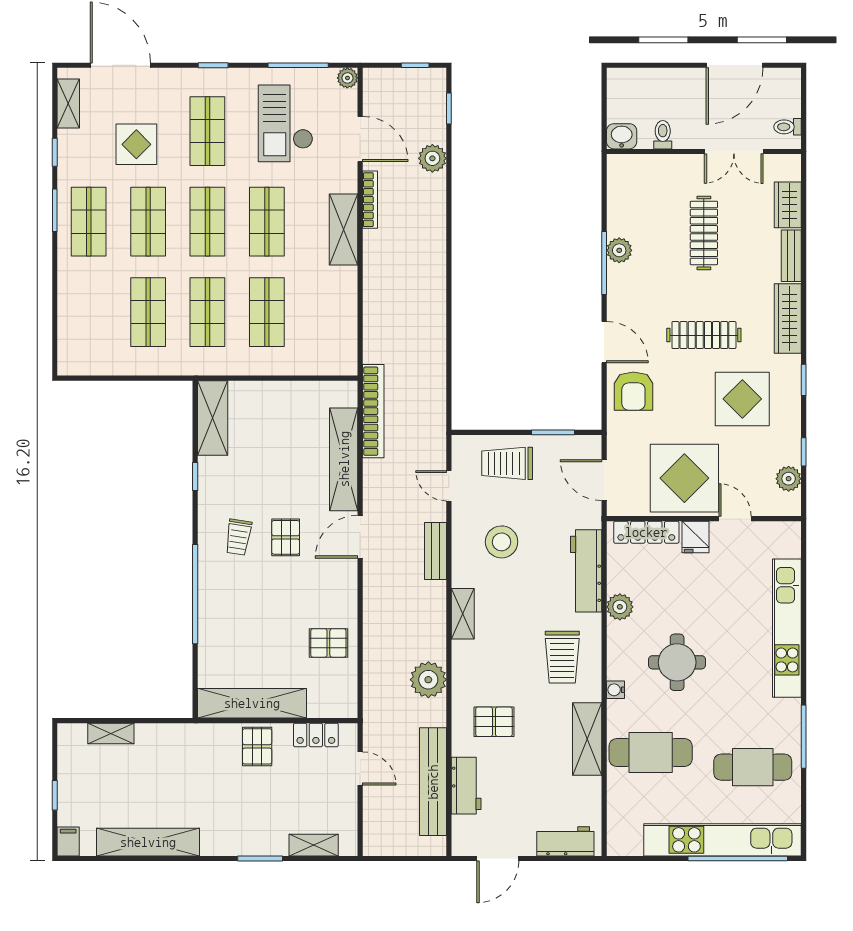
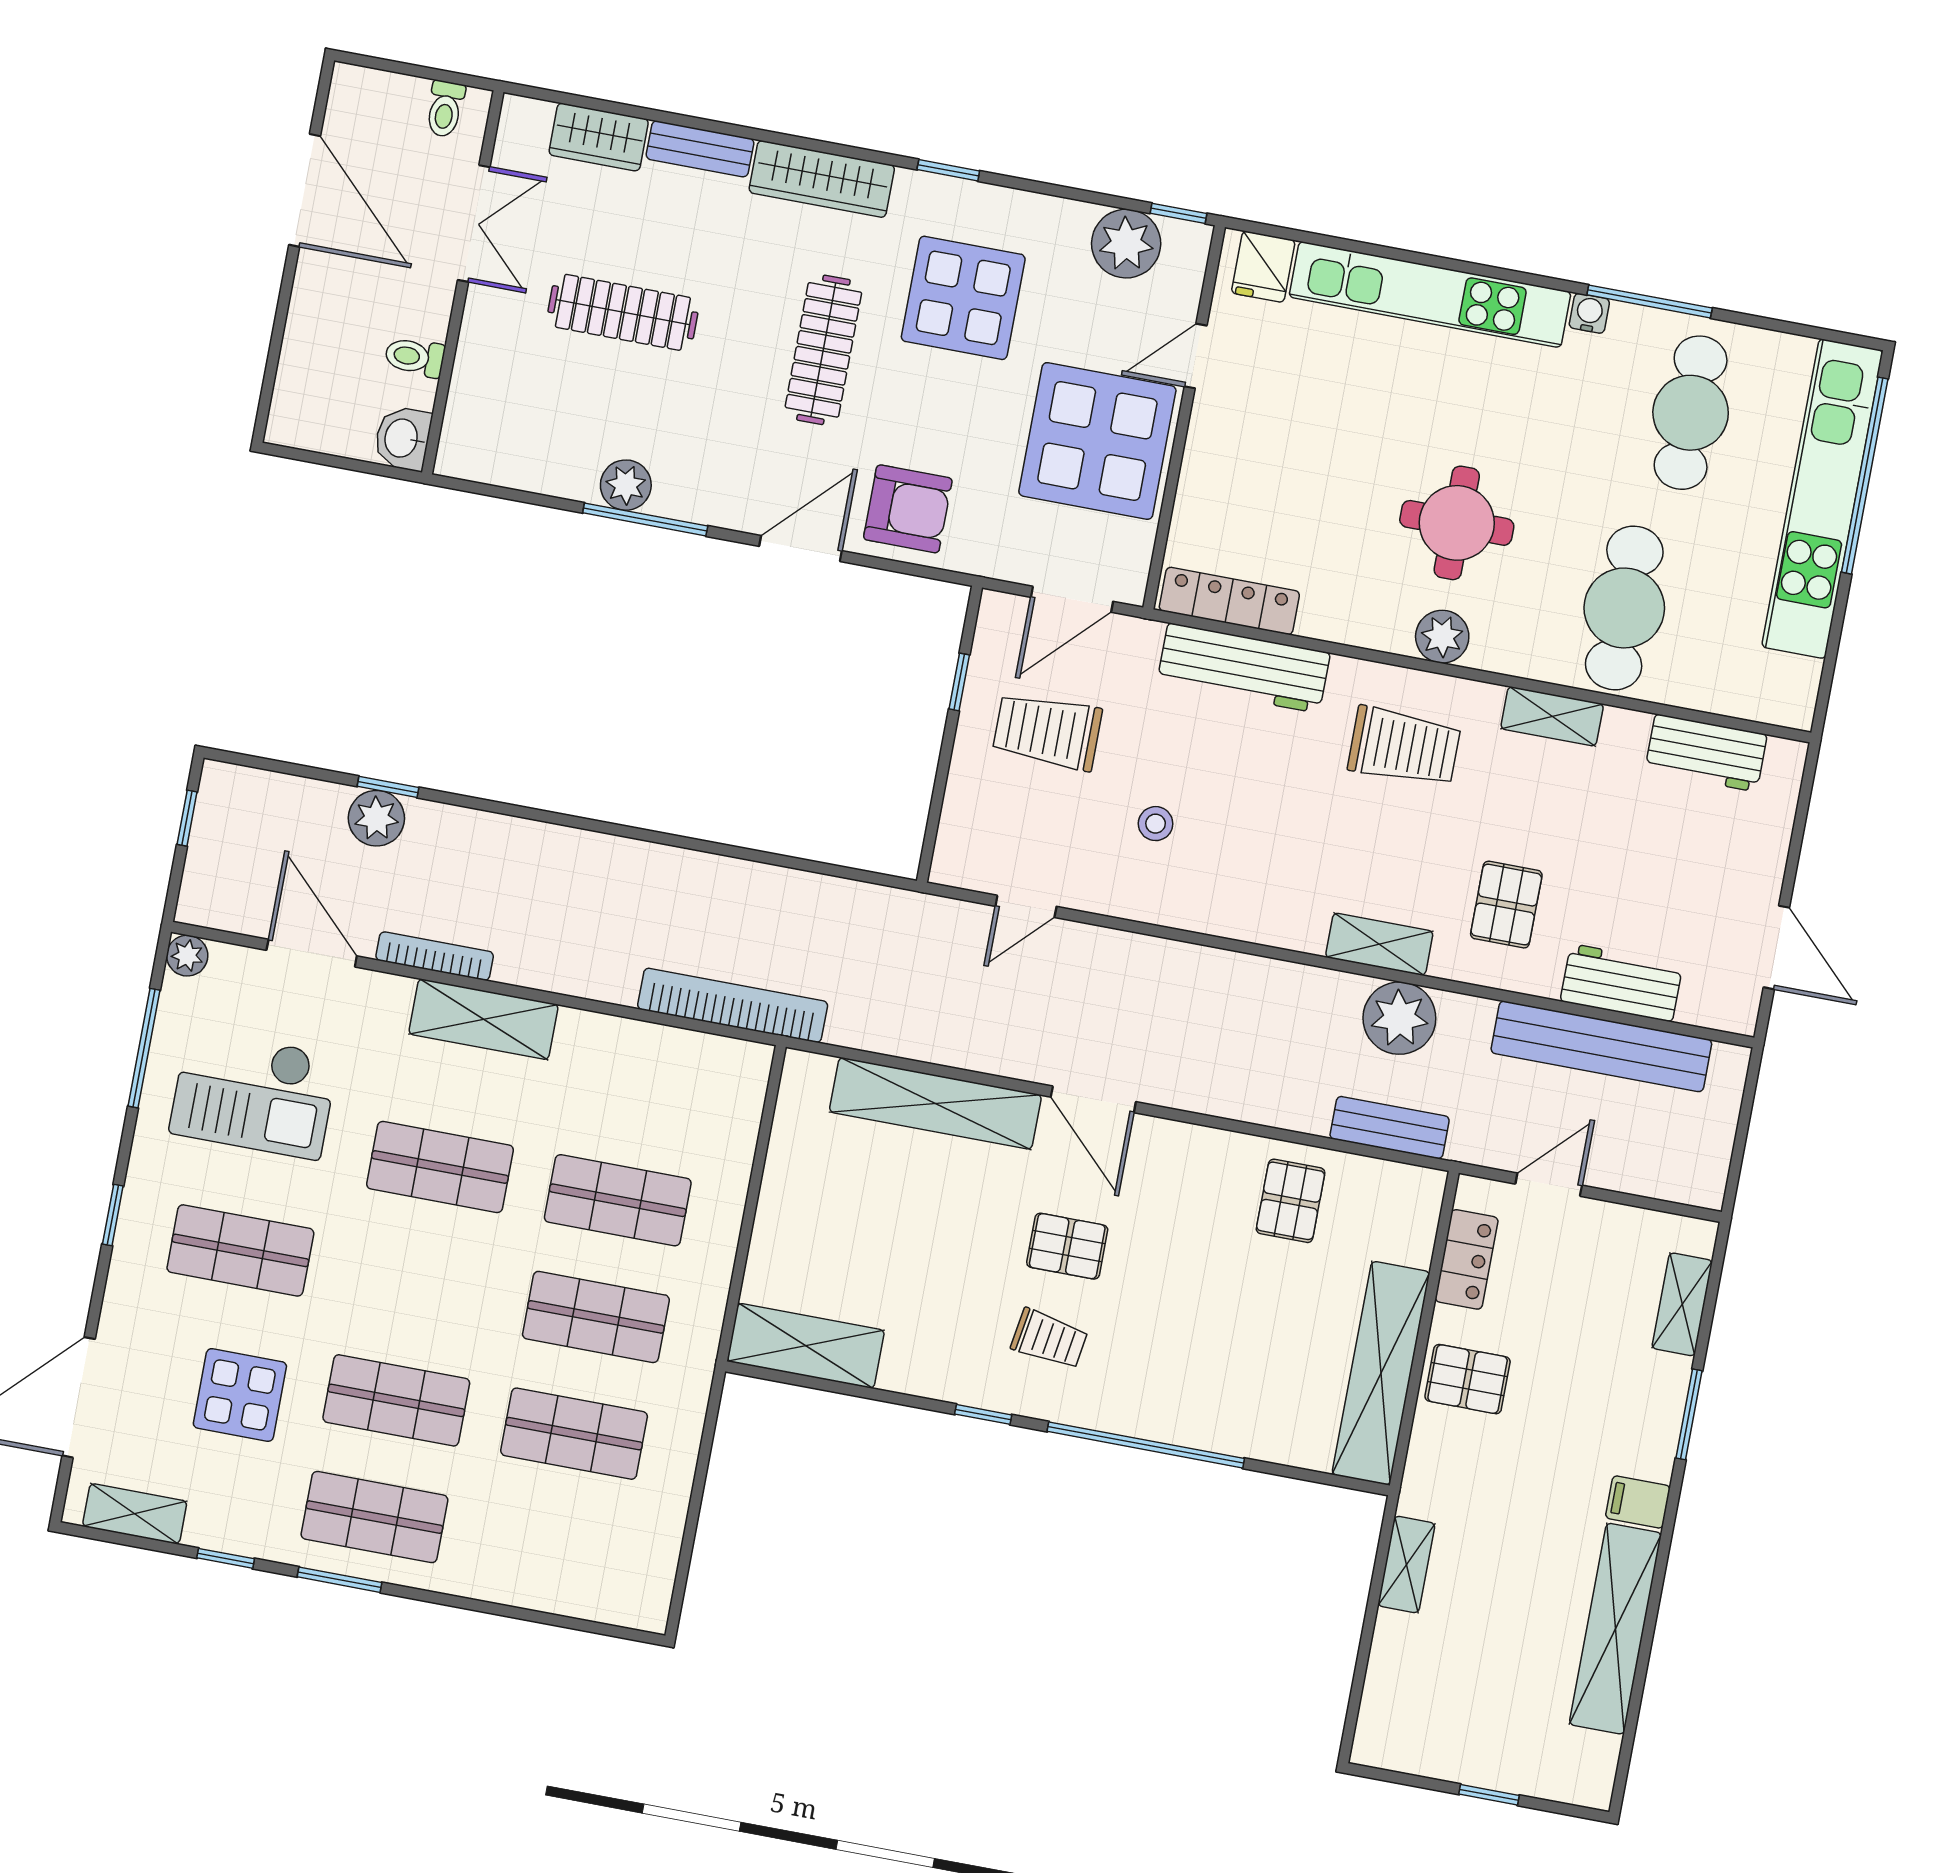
window: (449, 108) -> (388, 787), moved
door: (360, 139) -> (312, 953), hinge flipped
shop shelf: (207, 222) -> (418, 1284), removed
bookcase: (373, 411) -> (733, 1005), moved
window: (553, 432) -> (959, 682), width x0.67
window: (804, 452) -> (1178, 213), moved
trolley: (507, 463) -> (1047, 731), moved, turned 90
window: (195, 476) -> (983, 1414), moved
plant: (789, 479) -> (1126, 244), width x1.36, depth x1.36
locker: (646, 532) -> (1229, 601), moved, turned -90
fridge: (696, 537) -> (1263, 267), moved, turned 90
stool: (502, 542) -> (1156, 824), width x0.53, depth x0.53
bench: (436, 551) -> (1390, 1128), moved
plant: (620, 607) -> (1442, 637), moved
shelving: (463, 614) -> (1379, 944), moved
water cooler: (615, 690) -> (1589, 313), moved, turned 180
shelving: (111, 733) -> (1406, 1564), moved
shelving: (587, 739) -> (1552, 716), width x0.67, depth x0.75
filing cabinet: (68, 841) -> (1638, 1502), moved
workbench: (565, 841) -> (1706, 753), moved, turned -90

